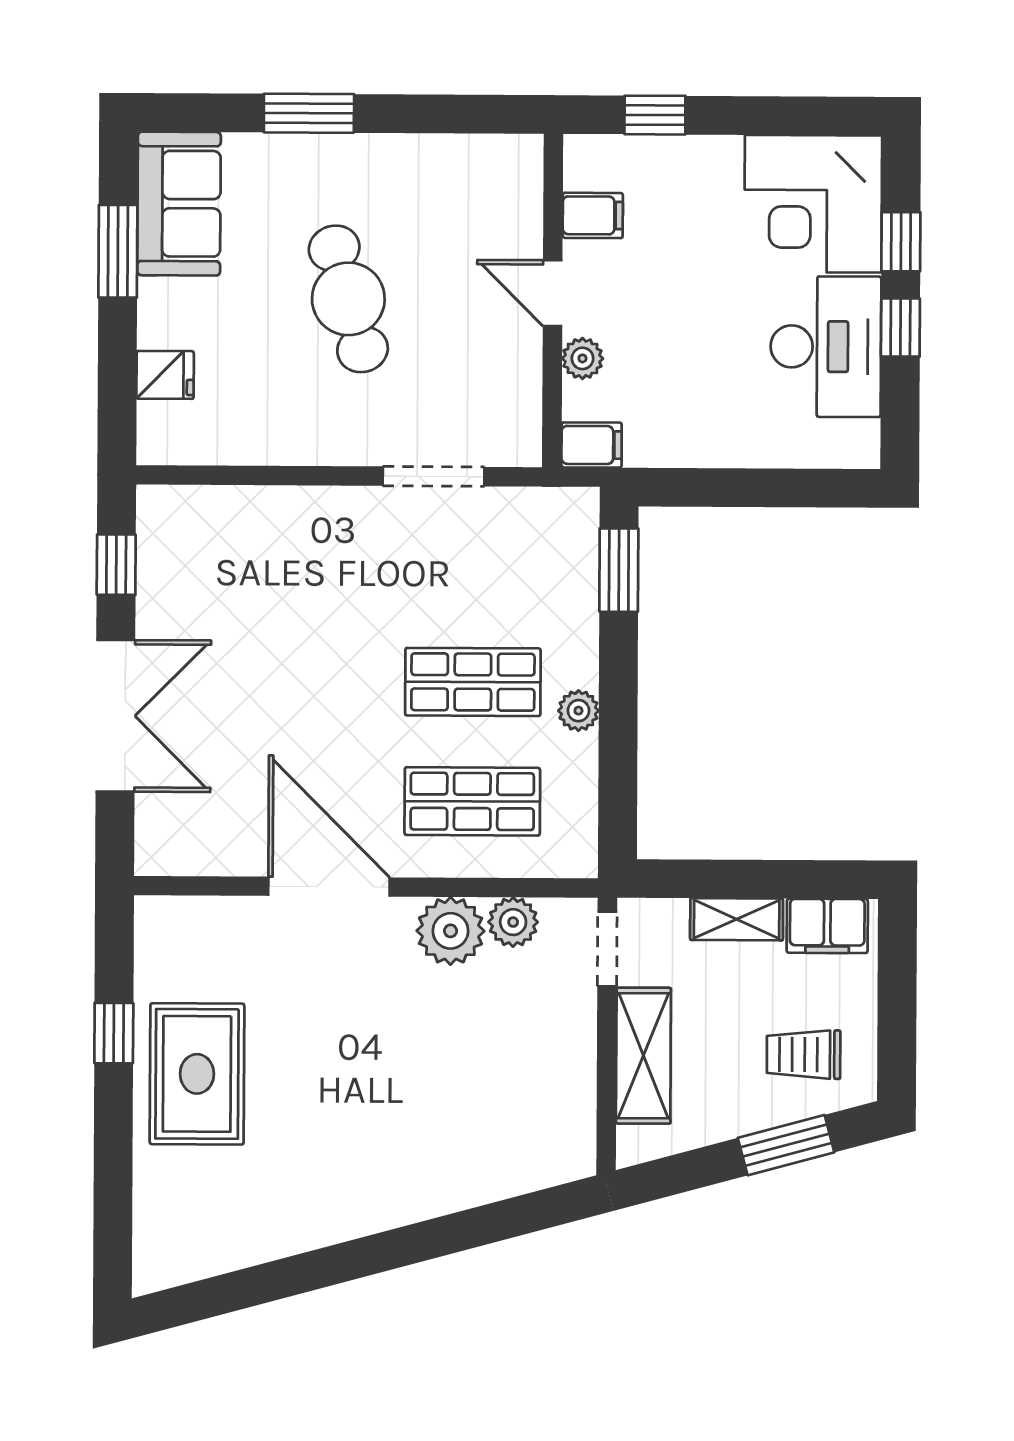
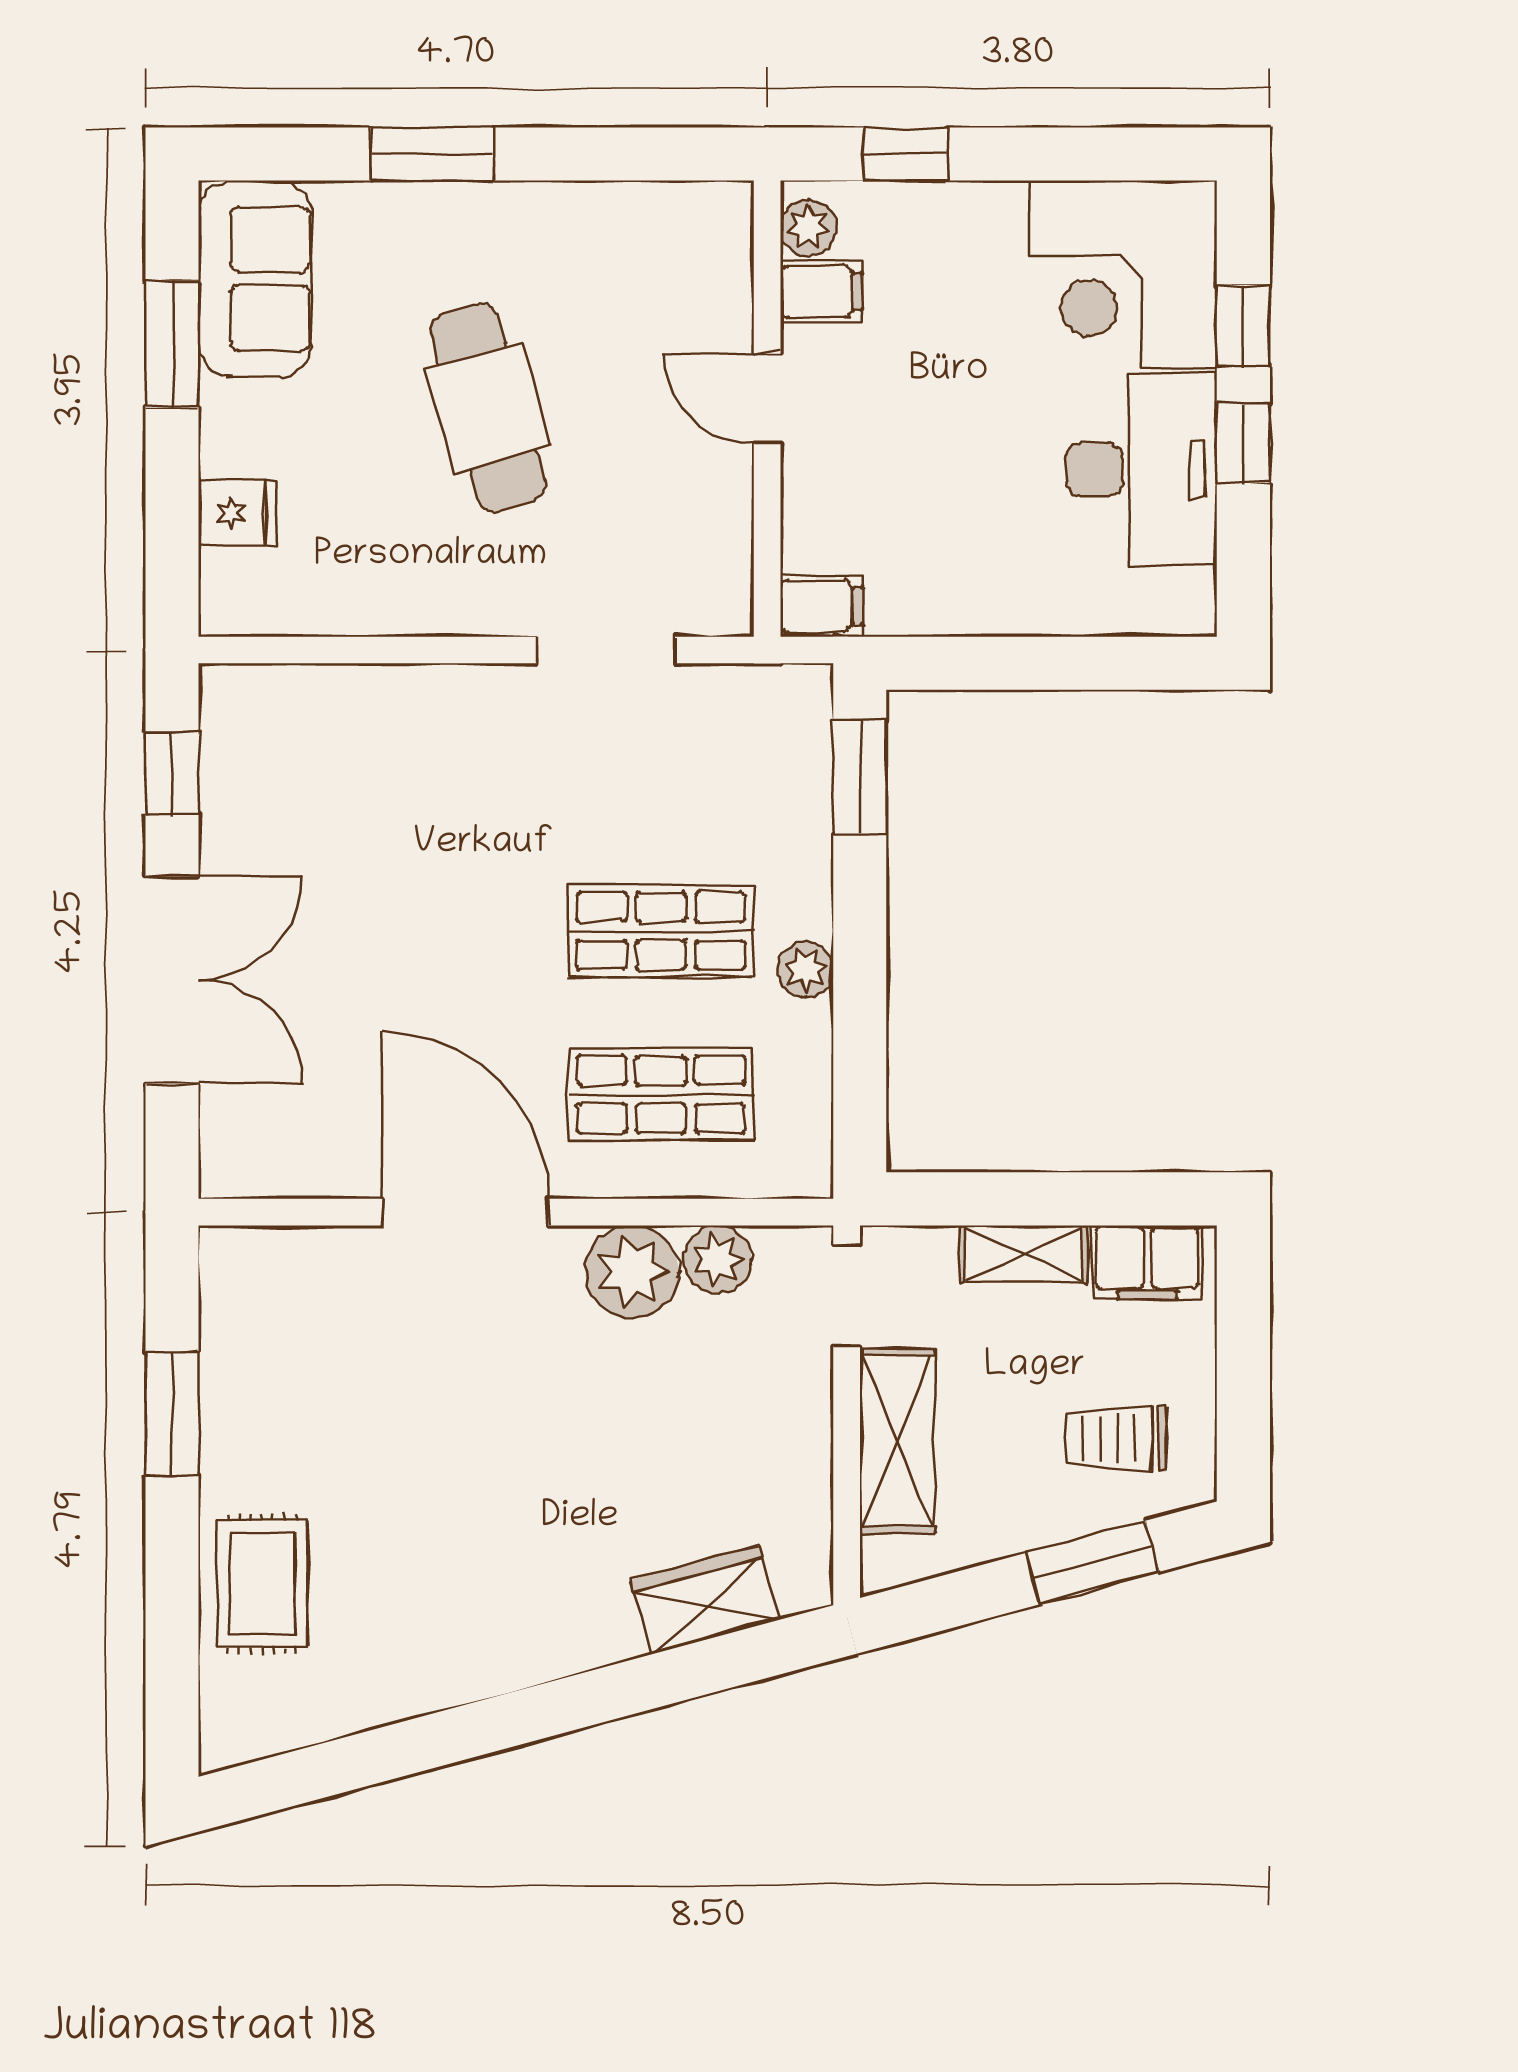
plant: (582, 358) -> (809, 228), moved
window: (114, 1033) -> (172, 1414), width x1.50
rug: (197, 1074) -> (262, 1584), moved, width x0.73, depth x0.70
wardrobe: (502, 1171) -> (705, 1600), added

